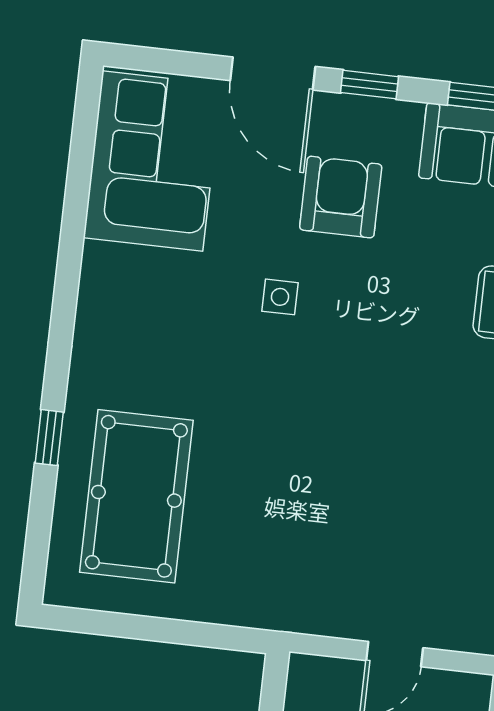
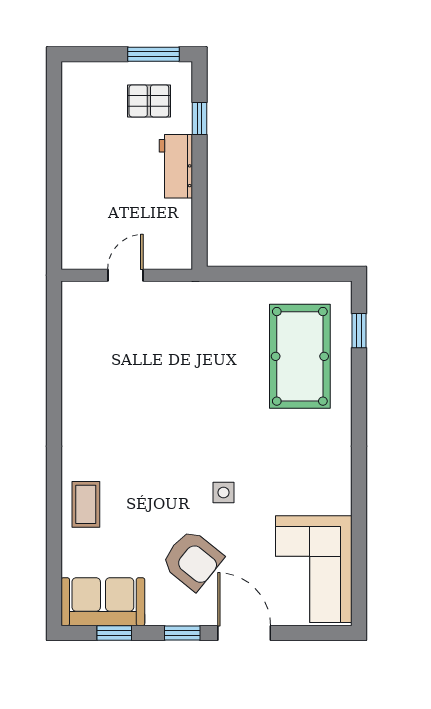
armchair: (341, 197) -> (192, 560), turned -51
window: (49, 438) -> (359, 331), moved

